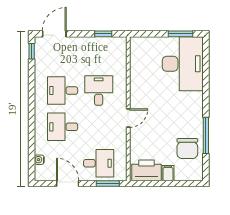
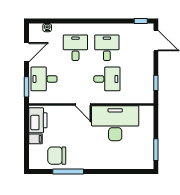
desk: (183, 64) -> (115, 123), moved, turned 180
desk: (99, 163) -> (44, 79), turned 90

